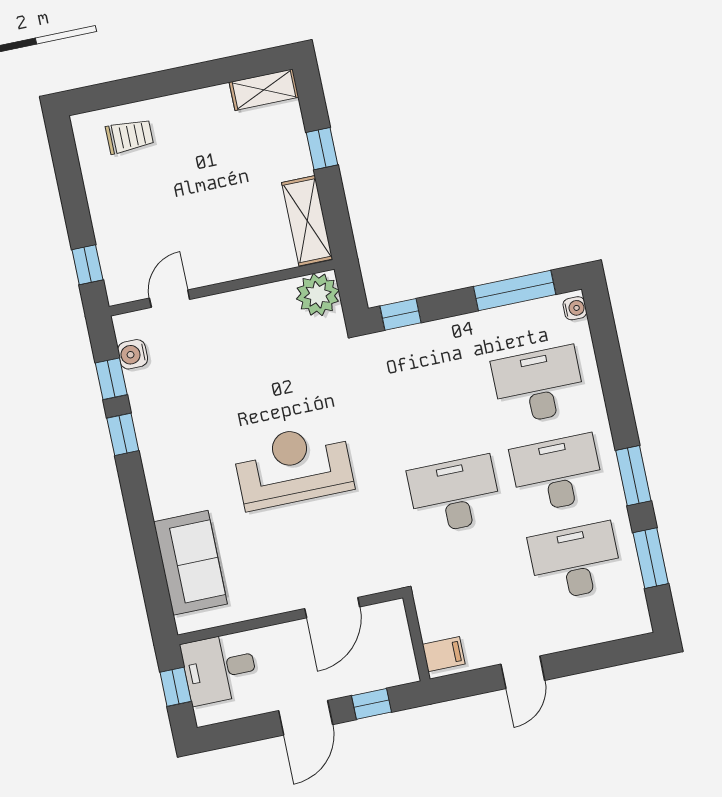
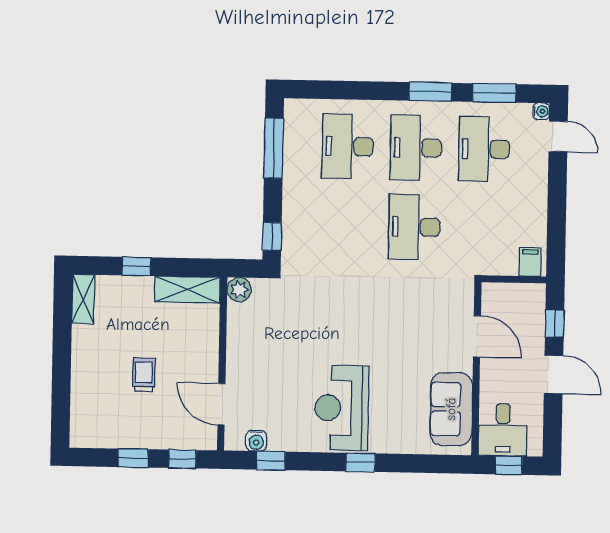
trolley: (130, 136) -> (144, 375), moved
window: (74, 201) -> (133, 458), added
plant: (318, 295) -> (239, 290), width x0.73, depth x0.73
door: (170, 299) -> (221, 404), width x1.38
water cooler: (575, 308) -> (541, 111), moved, turned 90
window: (123, 434) -> (361, 462), moved
reception desk: (293, 466) -> (342, 408), moved
sofa: (190, 563) -> (451, 409), moved, turned -90
door: (523, 672) -> (558, 137), moved

